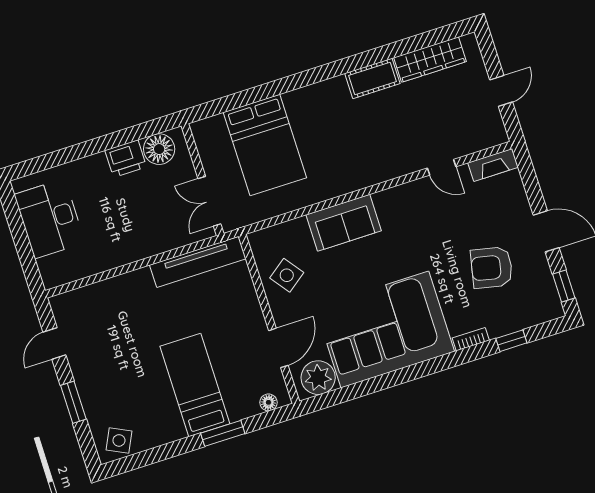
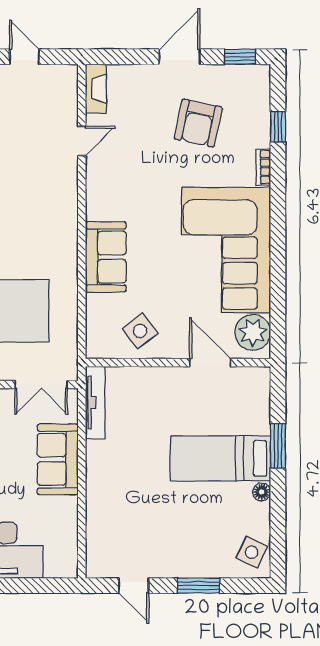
sofa: (147, 238) -> (58, 459), added
tv unit: (198, 262) -> (95, 403), width x0.73, depth x0.78
floor lamp: (268, 402) -> (262, 492), moved

